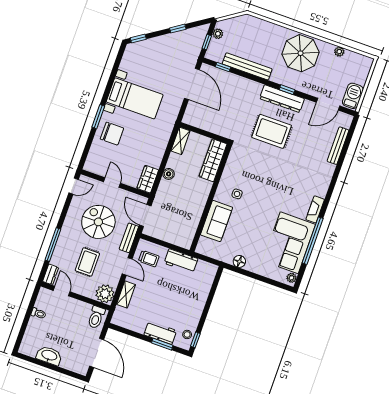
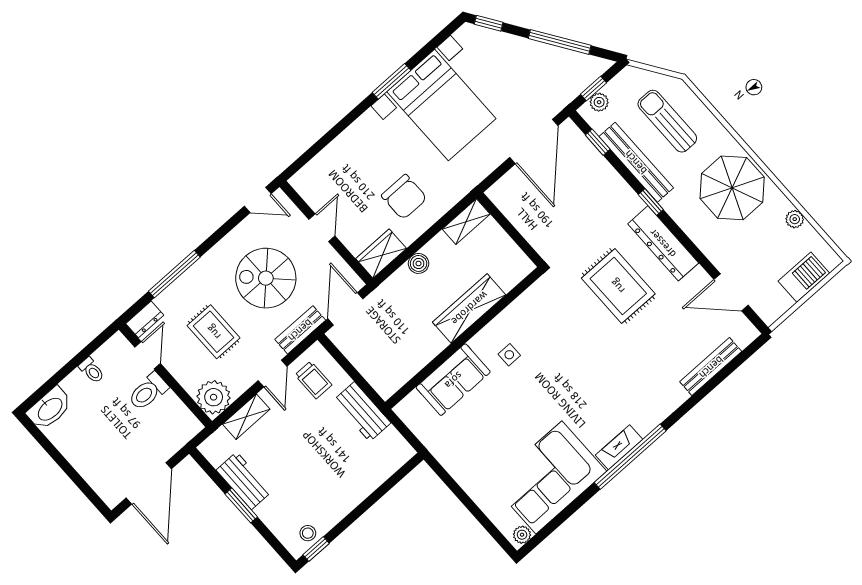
window: (178, 29) -> (560, 42), width x2.17
plant: (218, 34) -> (599, 102), moved
sun lounger: (251, 38) -> (667, 121), added
window: (287, 90) -> (651, 202), moved
barbecue: (353, 96) -> (804, 277), moved
bed with nightstands: (135, 98) -> (441, 105), width x1.36
window: (98, 117) -> (391, 81), moved
chair: (112, 134) -> (404, 197), moved
wardrobe: (213, 160) -> (469, 308), moved
spiral stairs: (98, 222) -> (266, 278), turned -90
window: (313, 241) -> (630, 457), moved
floor lamp: (239, 261) -> (454, 463), removed
rug: (87, 262) -> (214, 332), turned 90
toilet: (96, 317) -> (148, 392), moved
workbench: (160, 333) -> (244, 481), moved
window: (162, 344) -> (241, 505), moved
washbasin: (49, 356) -> (50, 409), moved, turned 90

